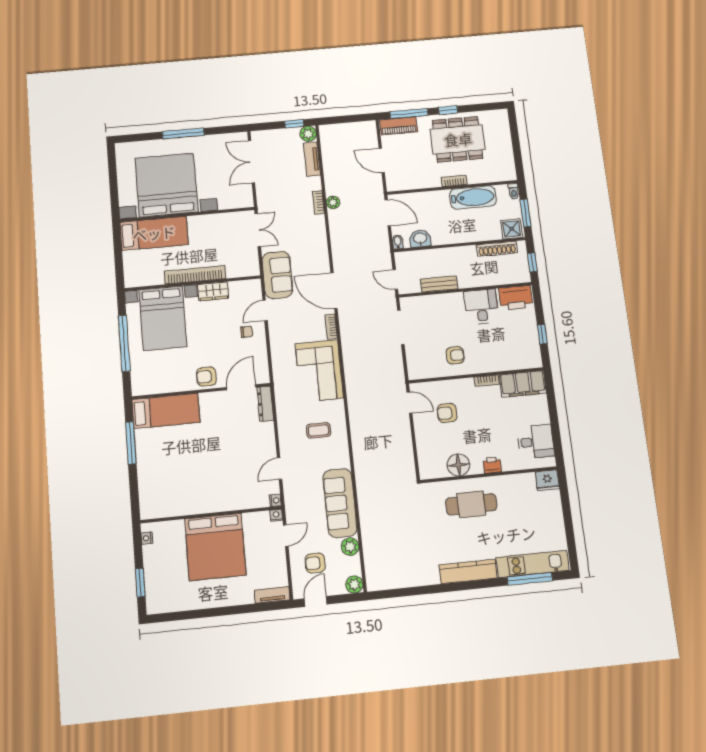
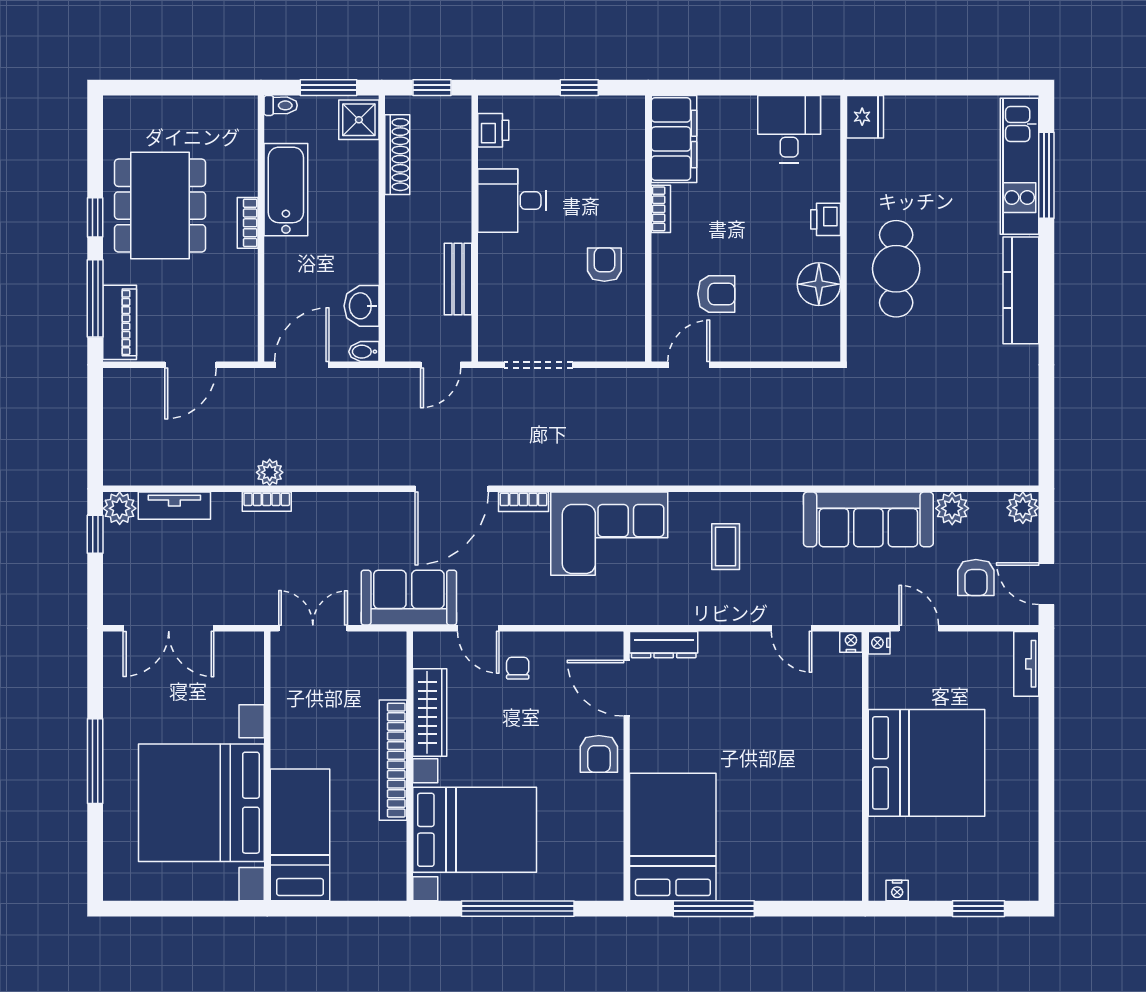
wardrobe: (213, 291) -> (430, 712), width x1.50
printer: (516, 298) -> (493, 130), width x0.53, depth x0.68
bed: (166, 411) -> (673, 837), width x1.50
armchair: (447, 413) -> (716, 294), turned -90

